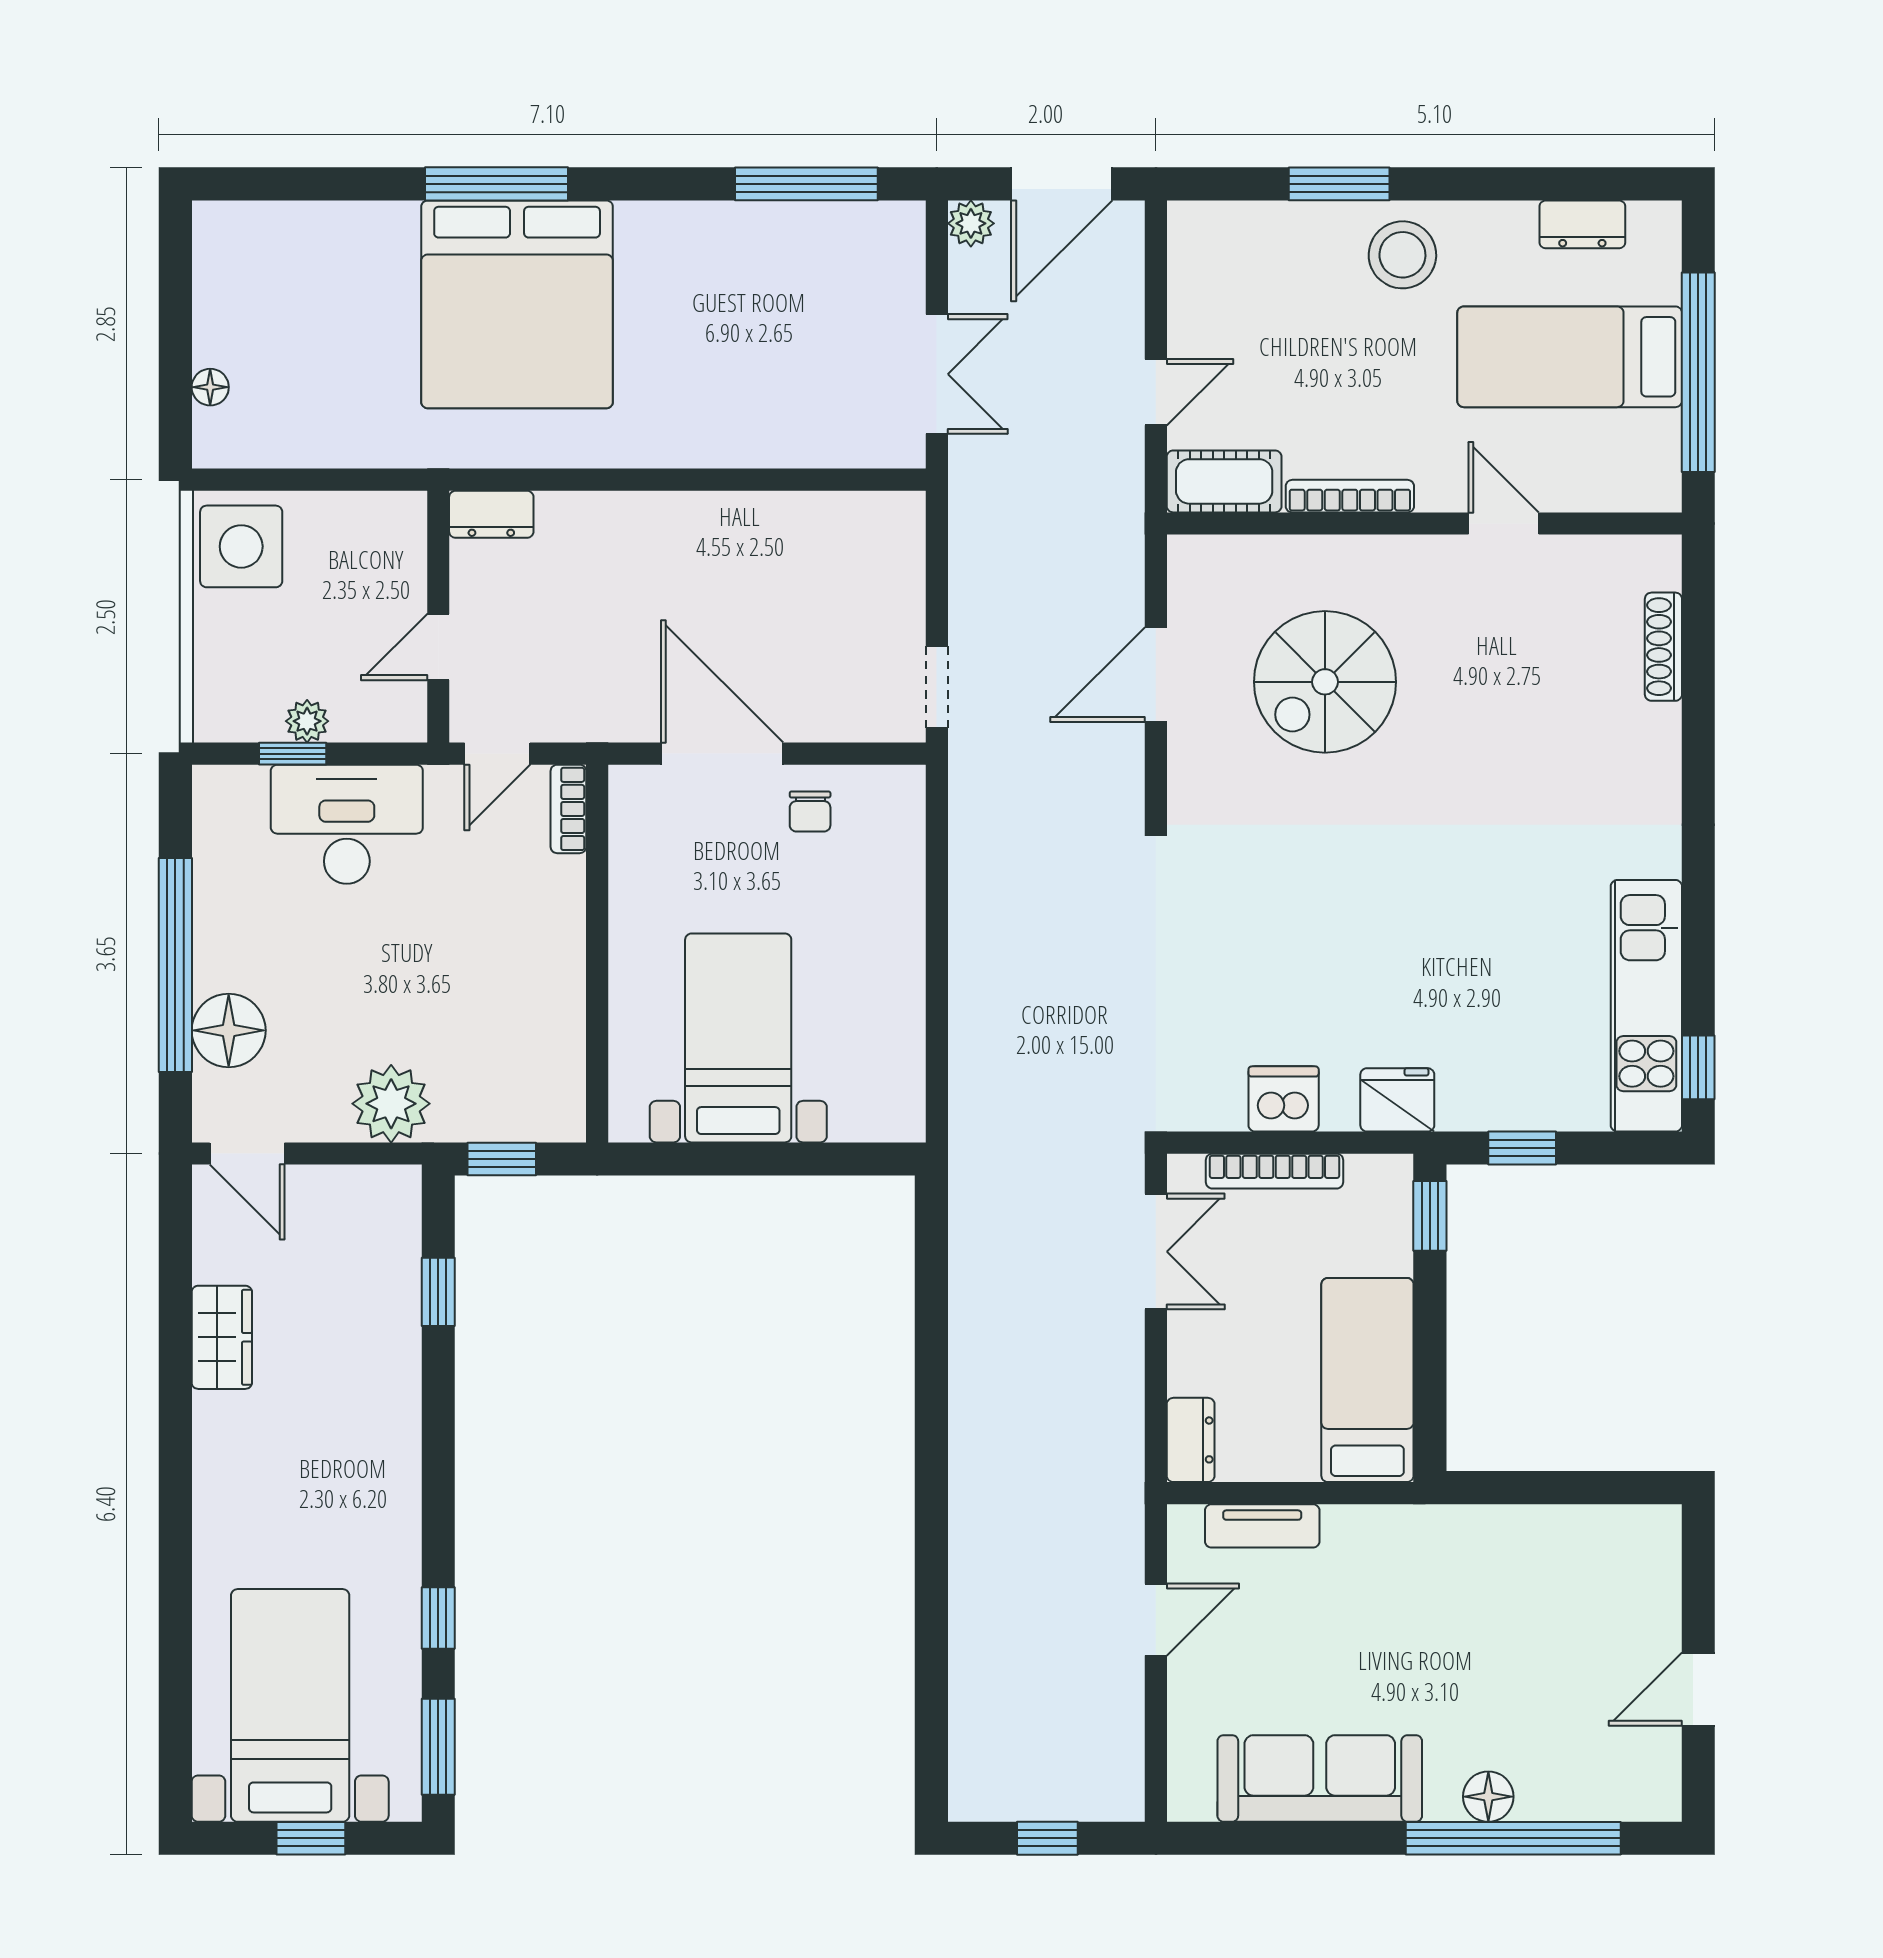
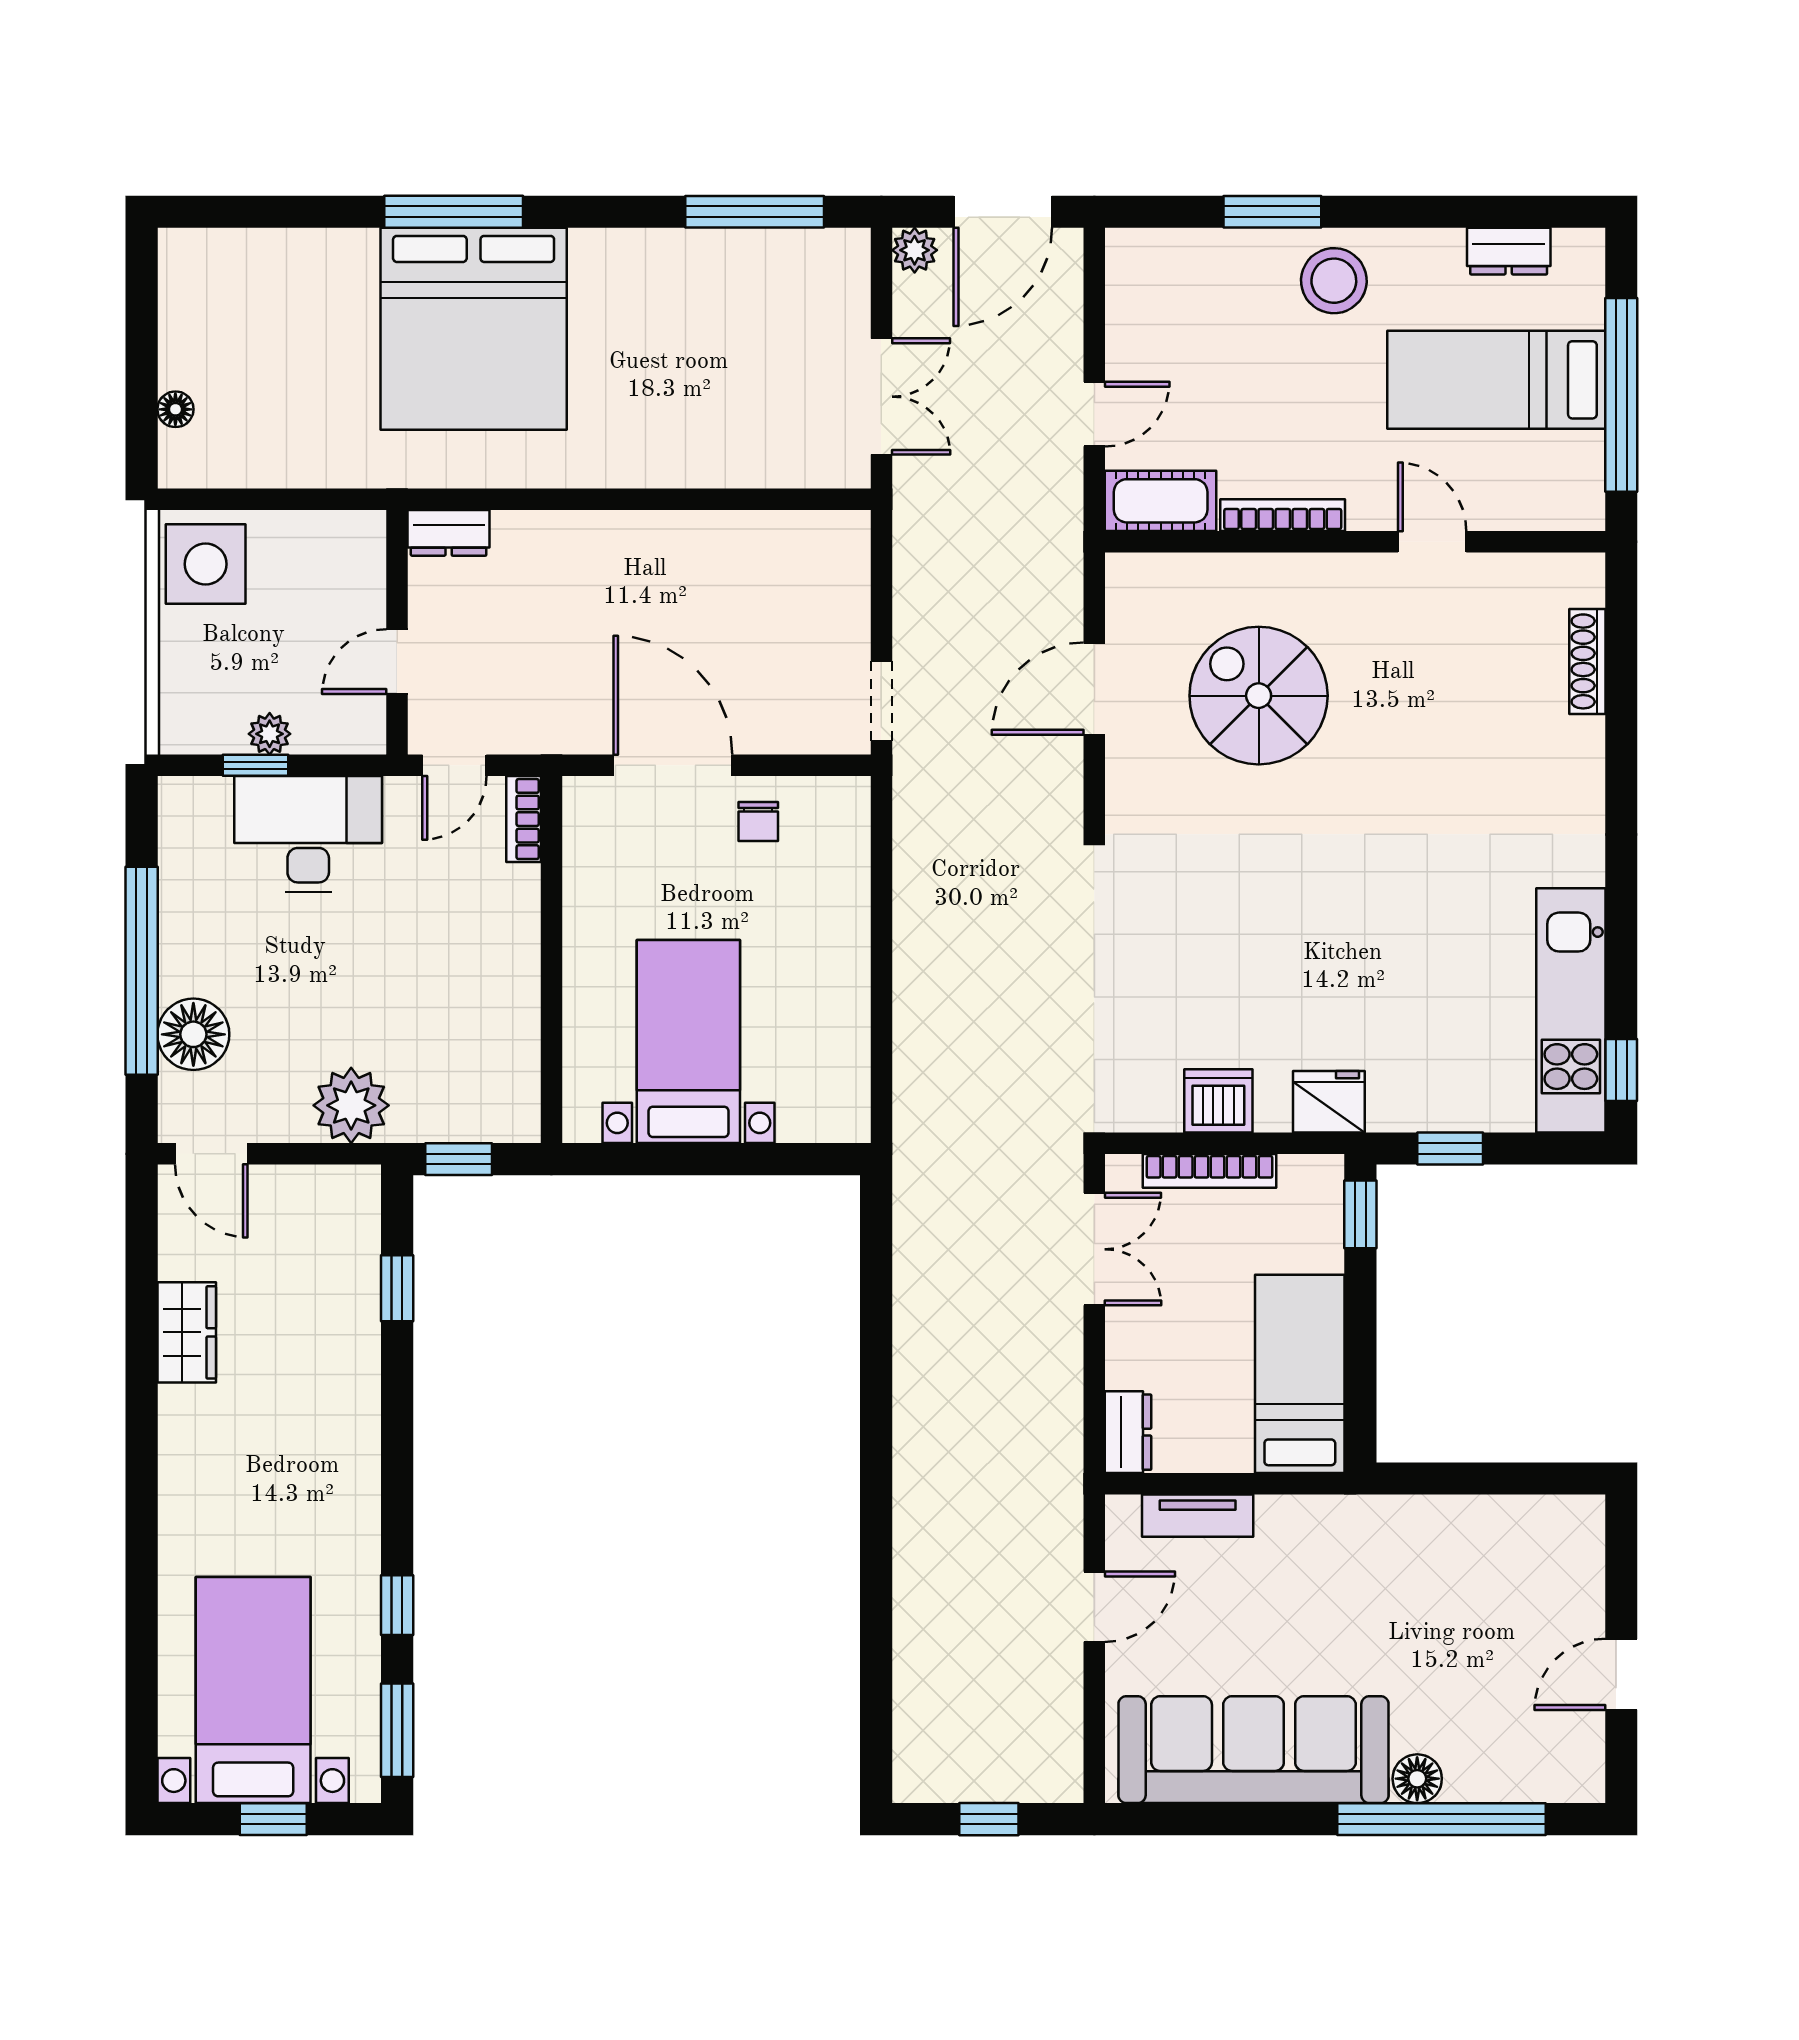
spiral stairs: (1325, 682) -> (1259, 696), turned 90
sofa: (1320, 1778) -> (1254, 1750), width x1.36, depth x1.27

